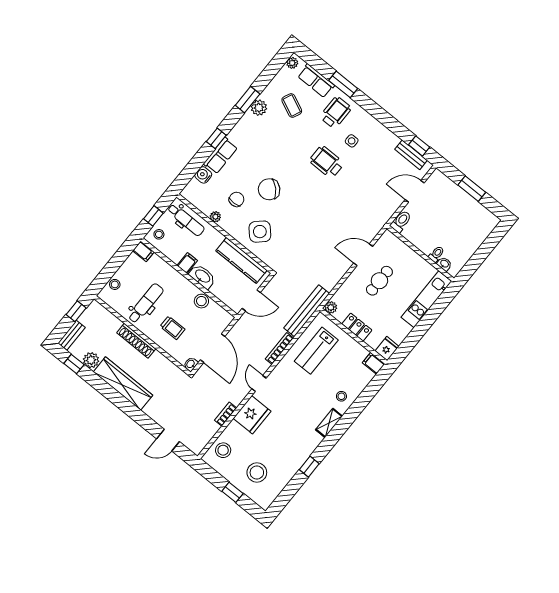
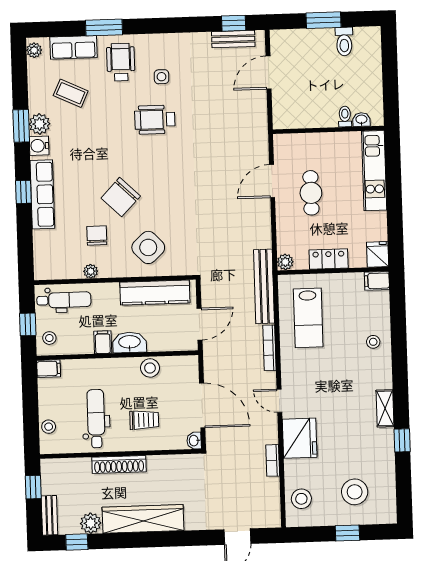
row of seats: (220, 156) -> (42, 194), width x1.48
water cooler: (203, 175) -> (39, 146), moved
toilet: (401, 221) -> (344, 42), moved, turned 180
shelving: (329, 423) -> (385, 408), moved

